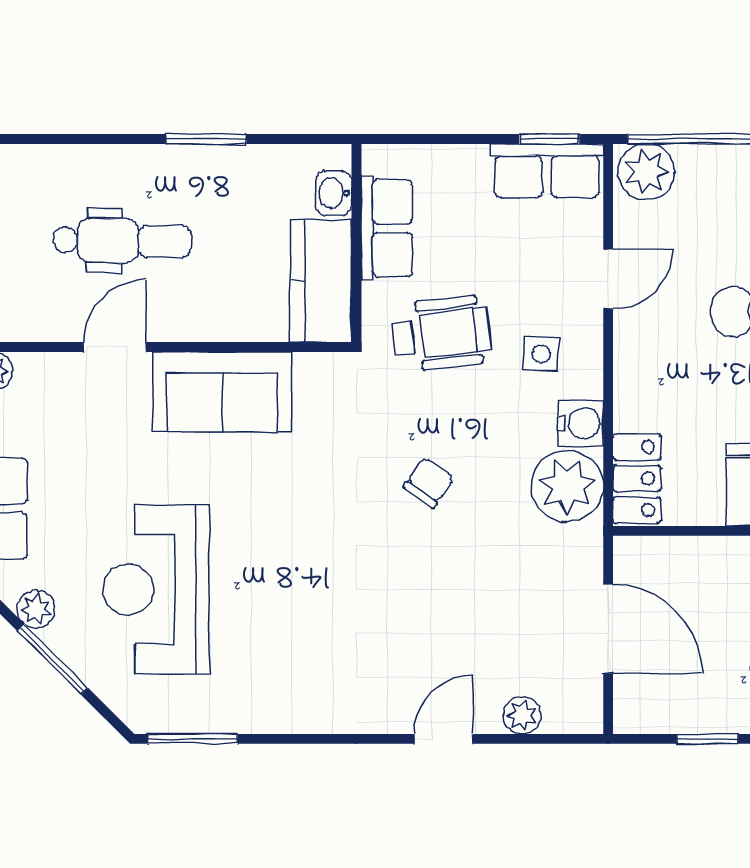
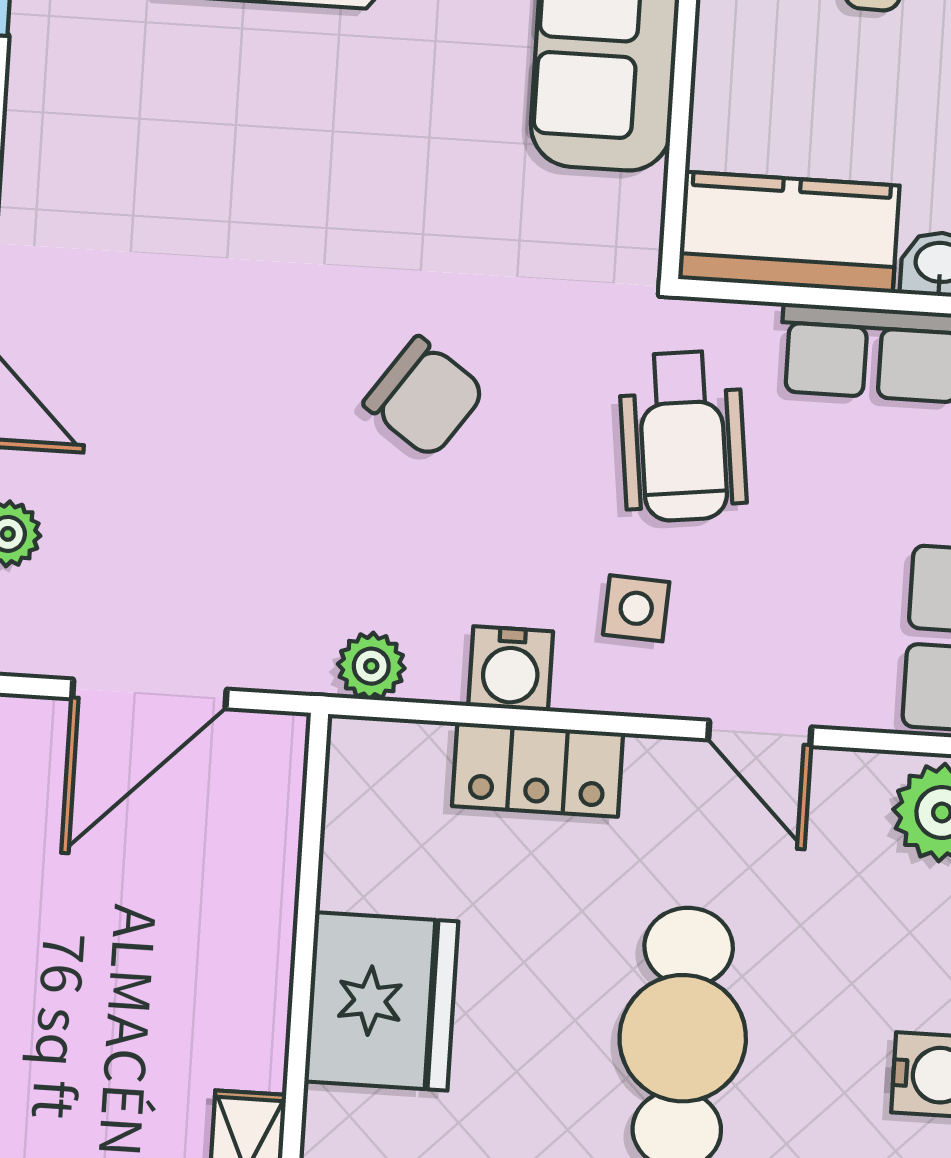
locker: (637, 478) -> (538, 770), moved
chair: (429, 483) -> (425, 397), width x1.37, depth x1.37
plant: (567, 486) -> (371, 666), width x0.53, depth x0.53

